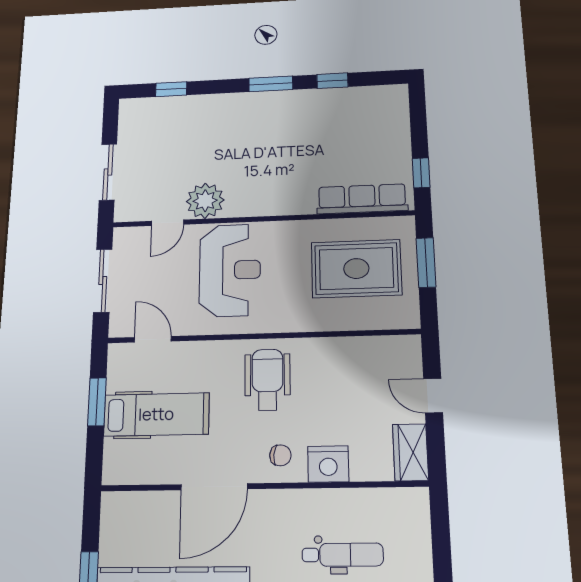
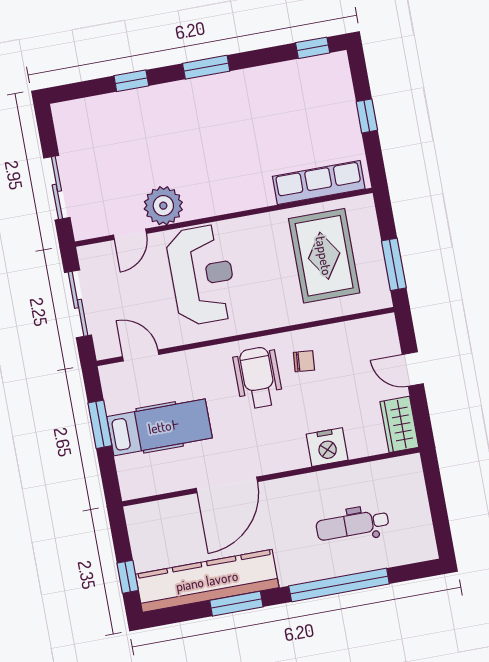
window: (332, 81) -> (313, 48), moved
window: (171, 89) -> (131, 81), moved
window: (421, 173) -> (367, 116), moved
window: (426, 262) -> (394, 264), moved
rug: (356, 269) -> (324, 256), turned 90
chair: (280, 455) -> (304, 361), moved
dental chair: (343, 555) -> (352, 525), turned 180

